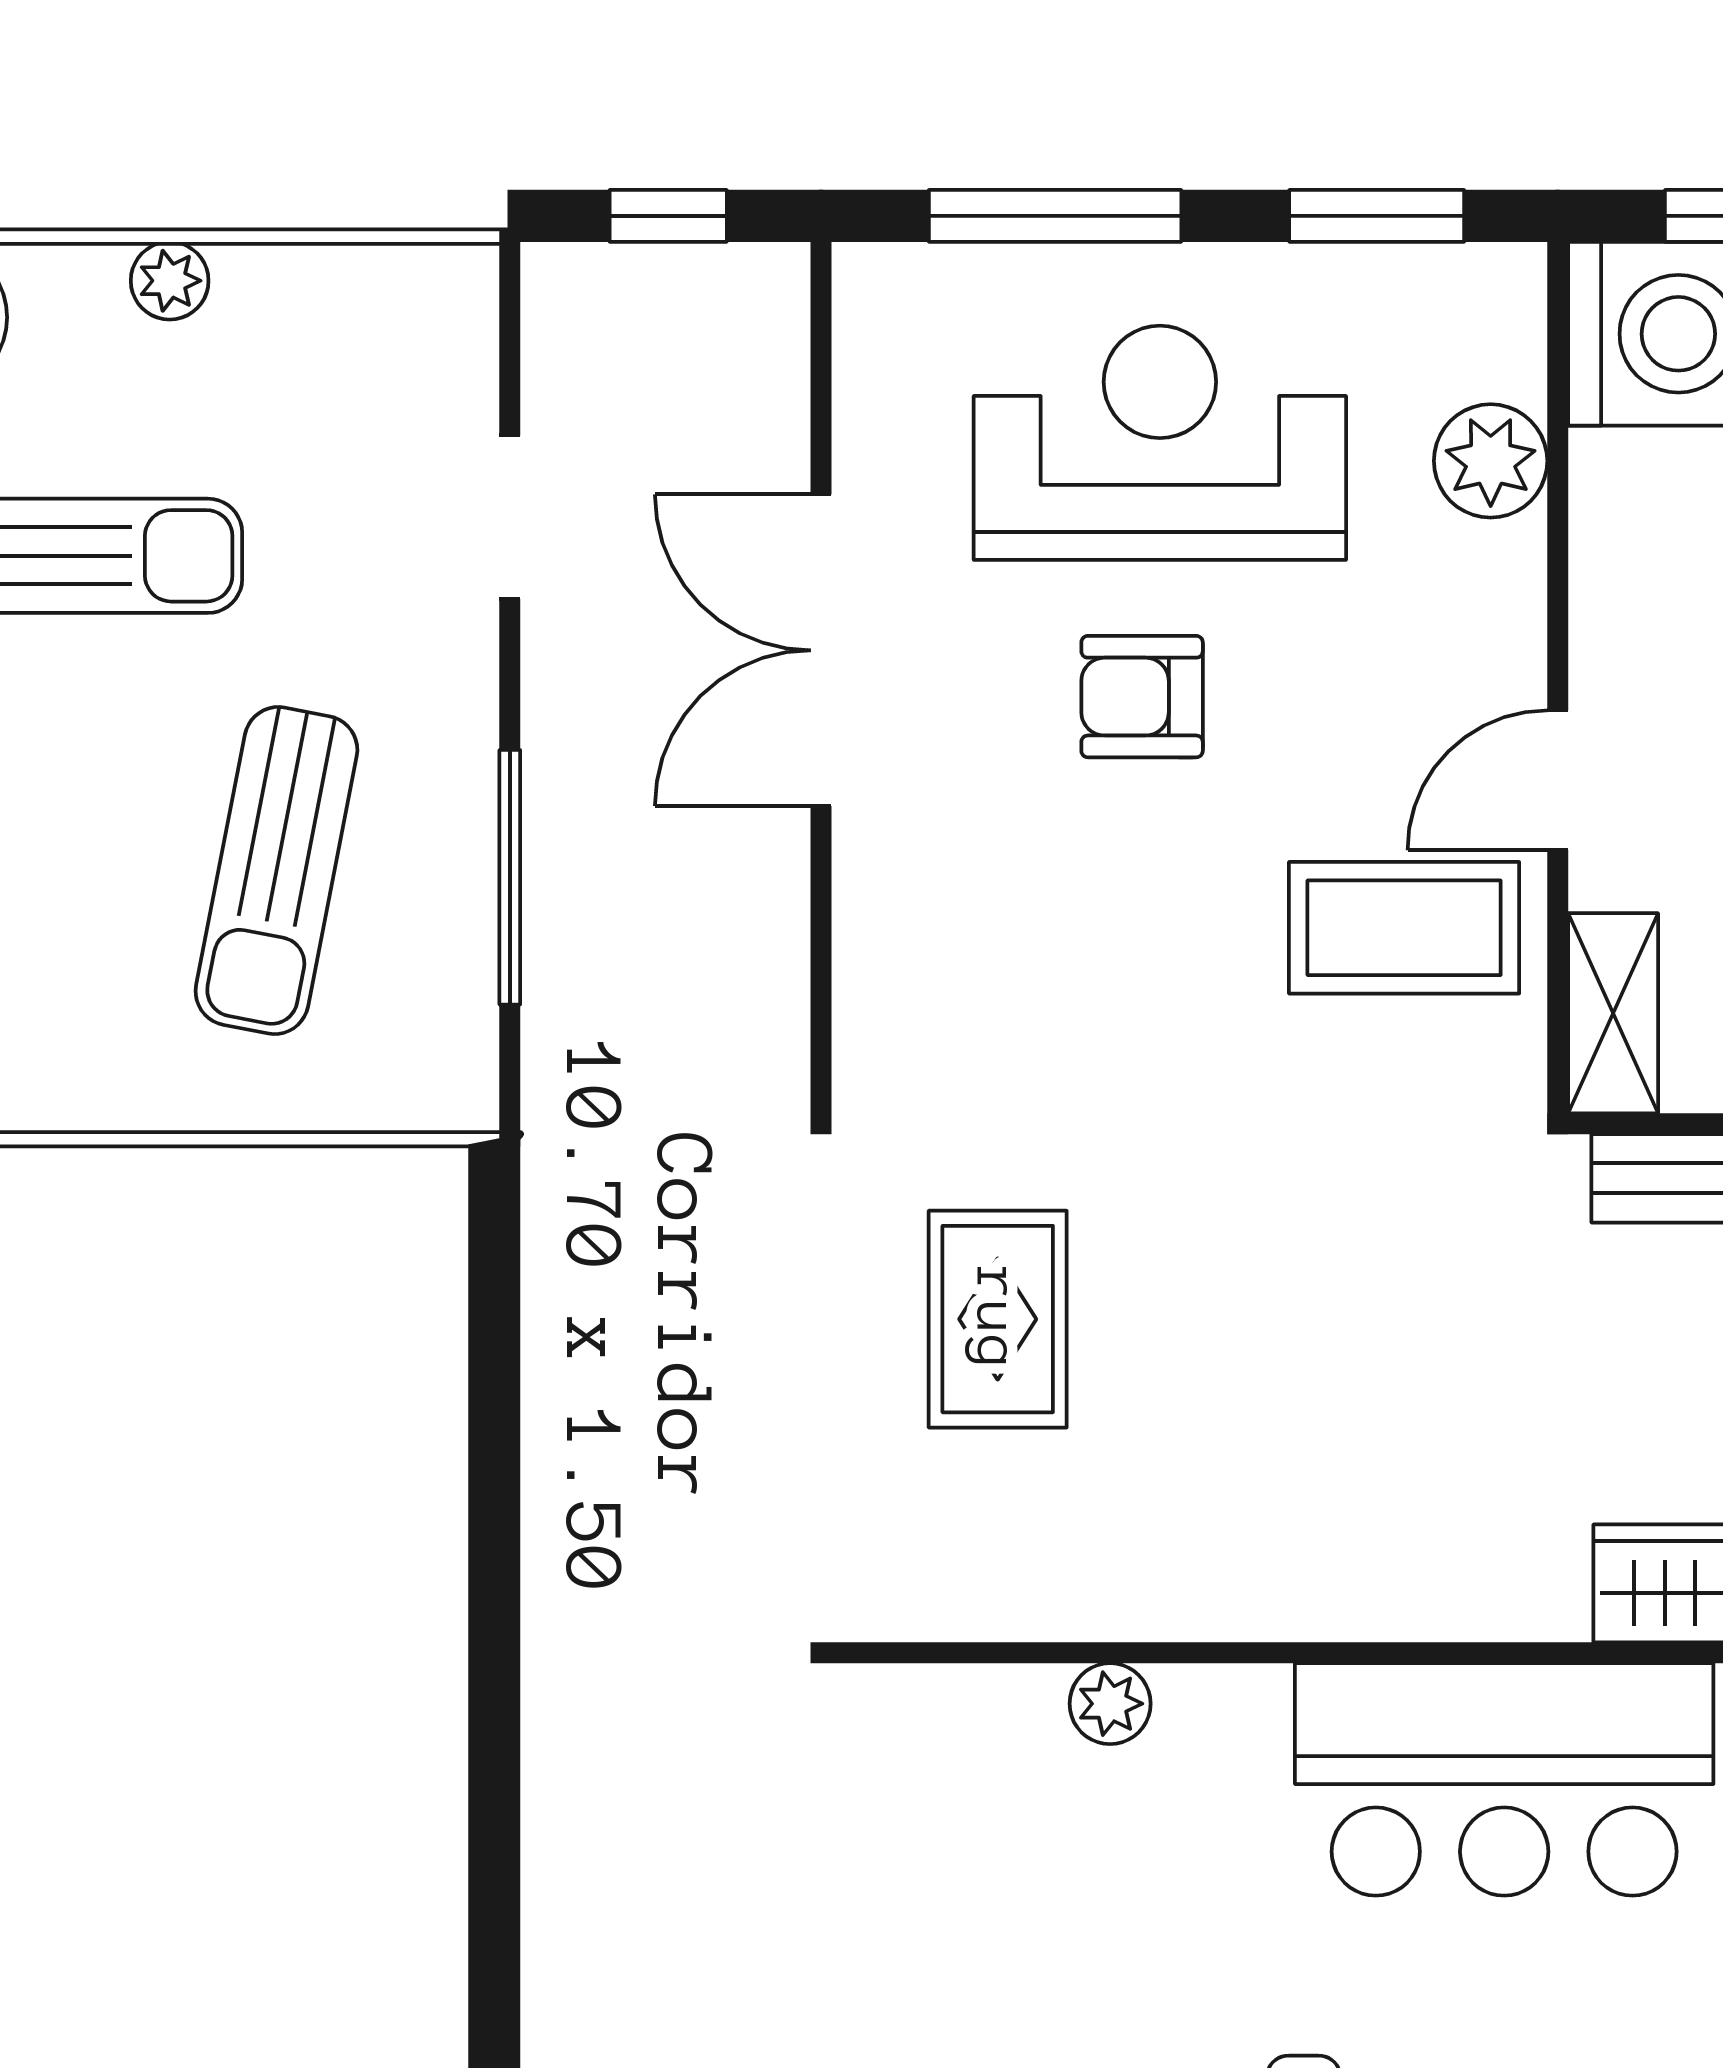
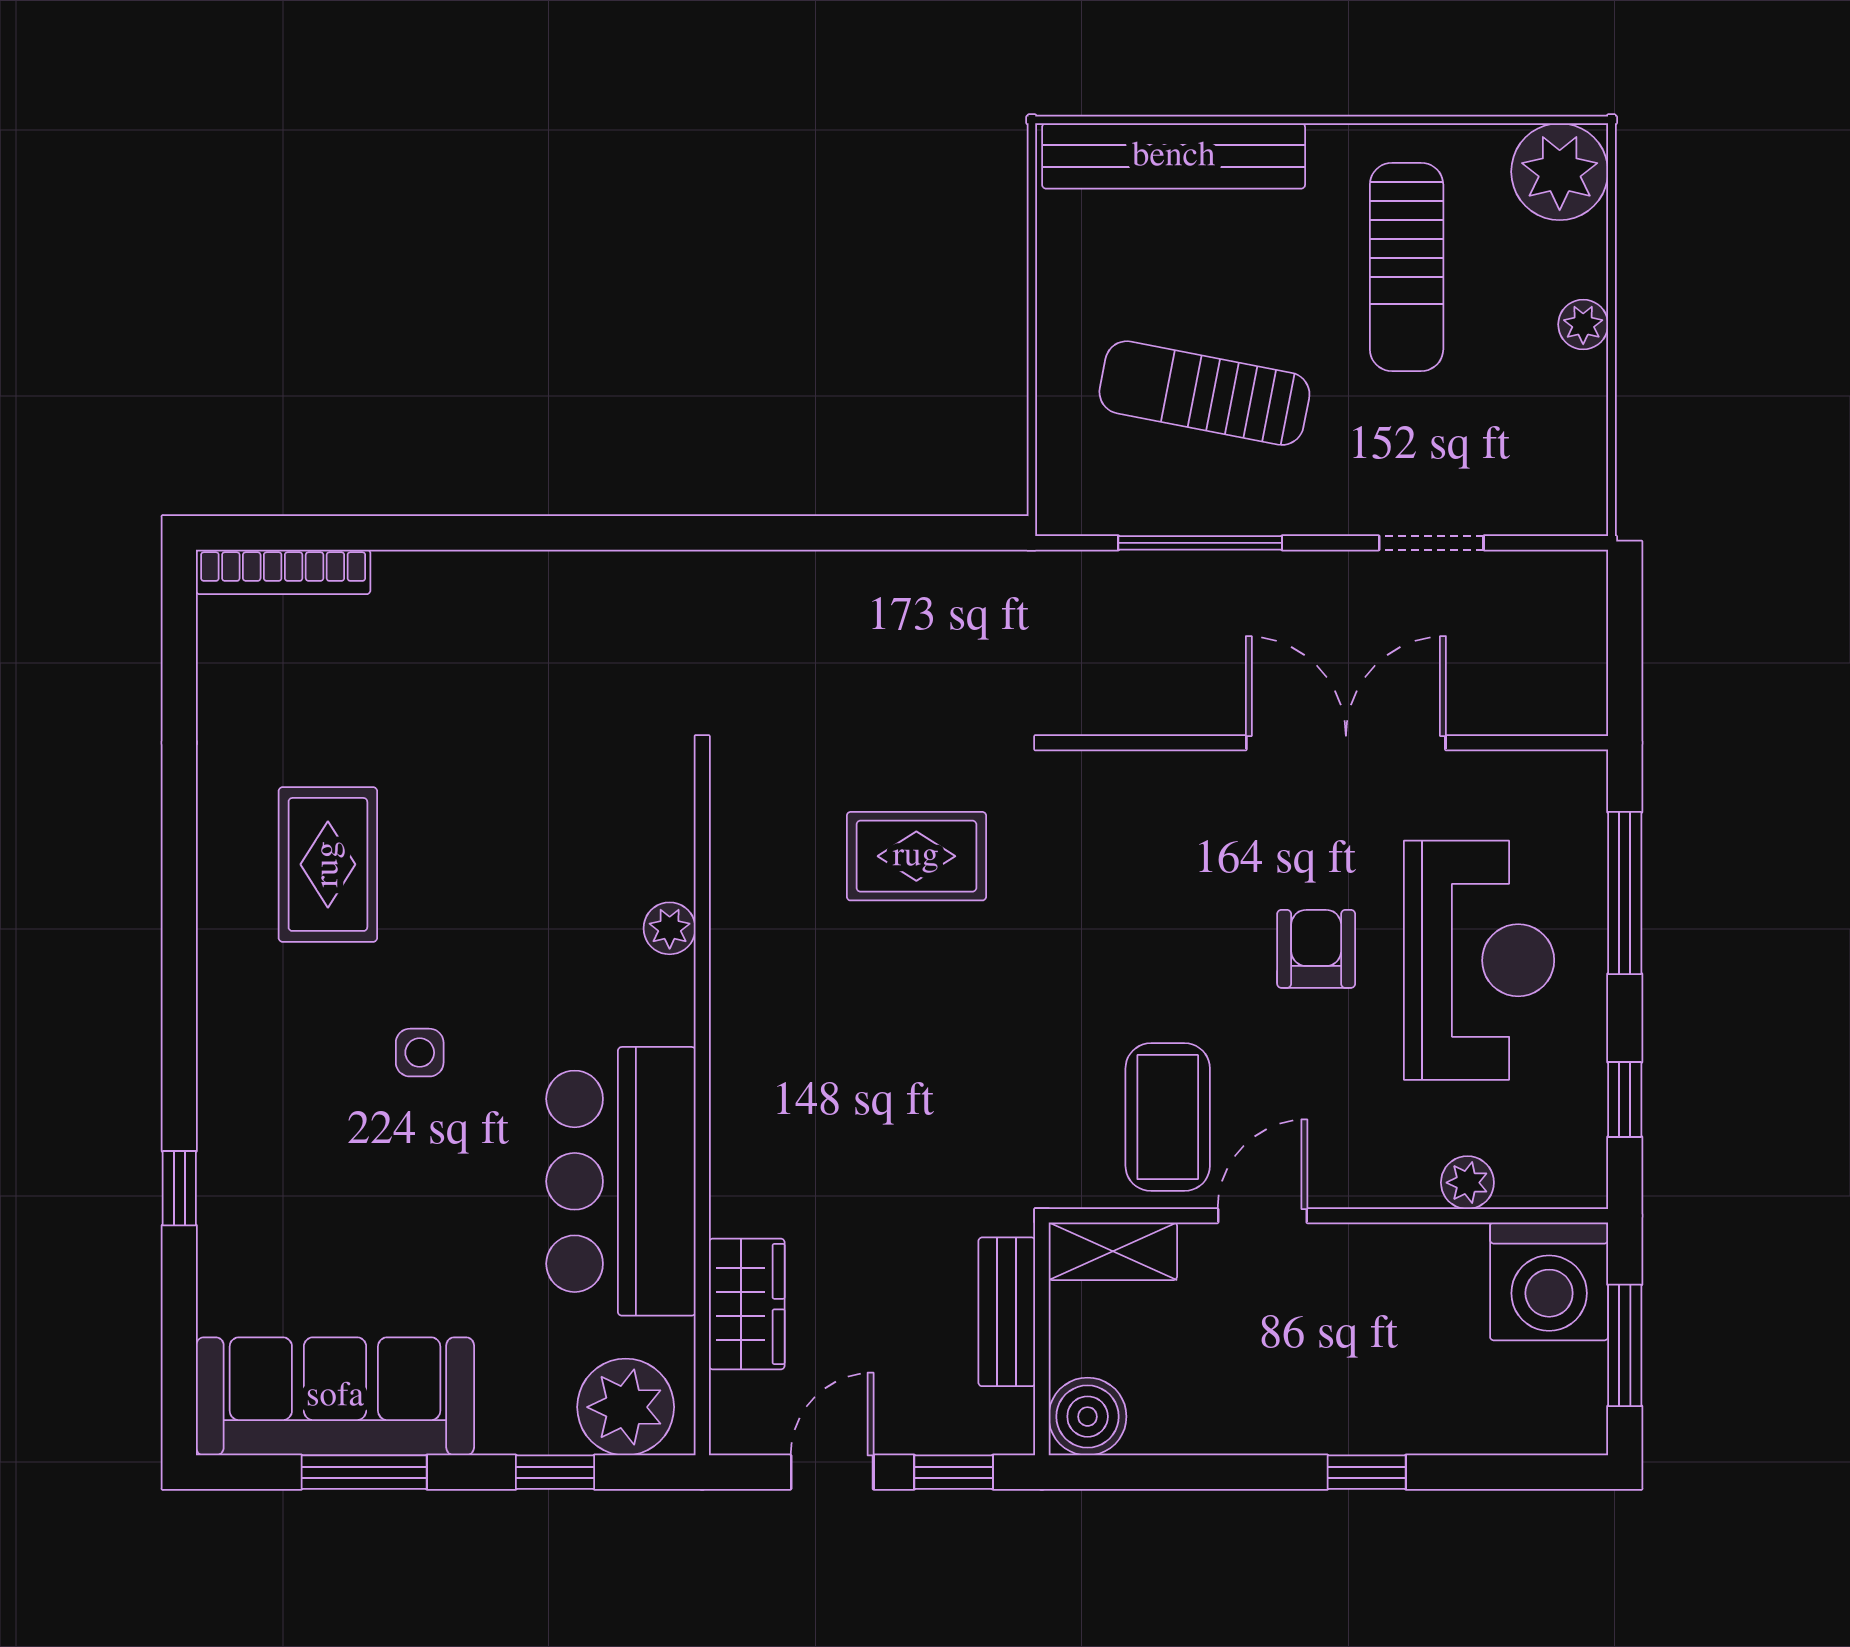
window: (668, 216) -> (1625, 645), removed
window: (1377, 216) -> (1625, 1099), width x0.67
plant: (1491, 461) -> (1467, 1183), width x0.73, depth x0.73
door: (1558, 780) -> (1262, 1216), hinge flipped

